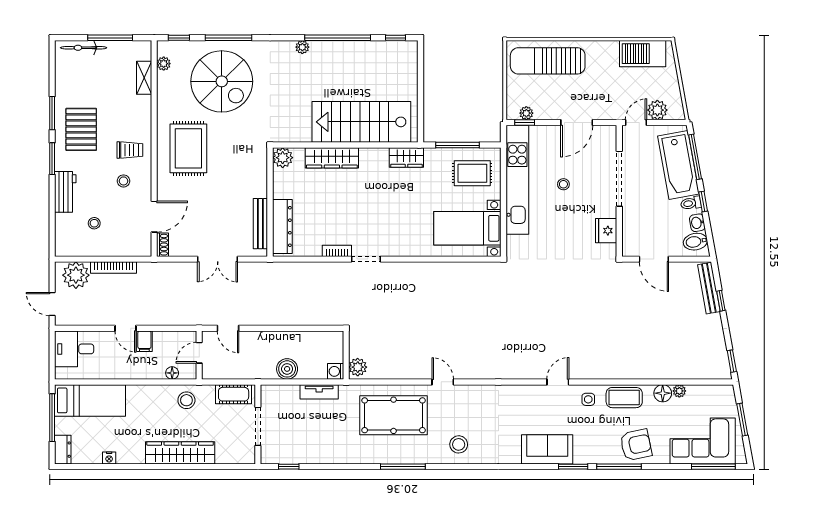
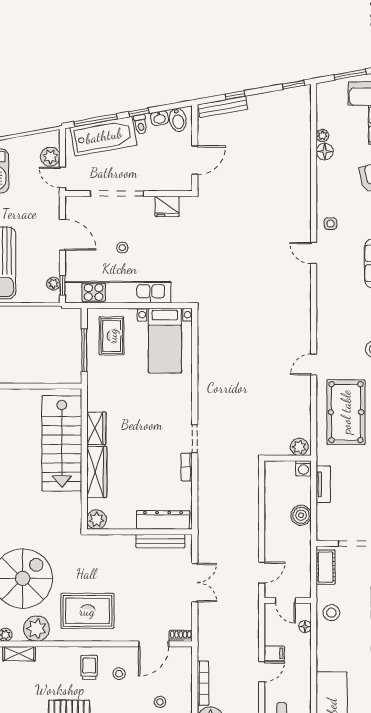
plant: (170, 96) -> (36, 629), added
wardrobe: (406, 157) -> (96, 428), moved
door: (154, 217) -> (154, 644), swing flipped
coffee table: (624, 398) -> (329, 189), removed

